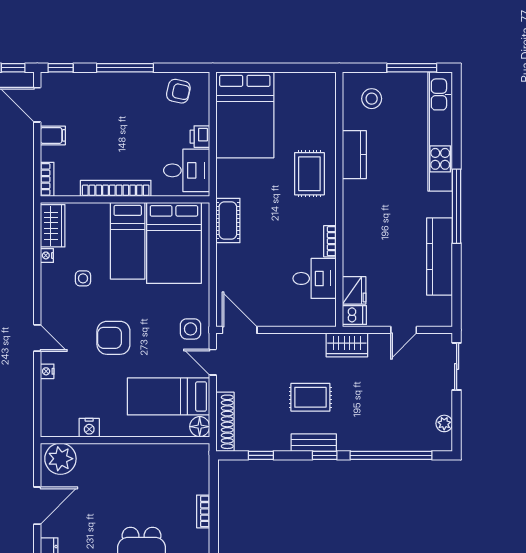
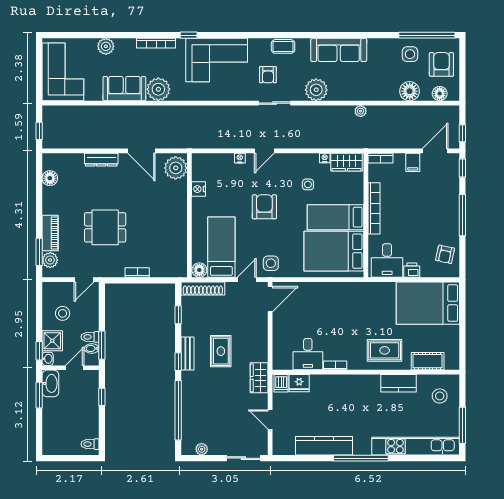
cot: (228, 220) -> (428, 361), moved

